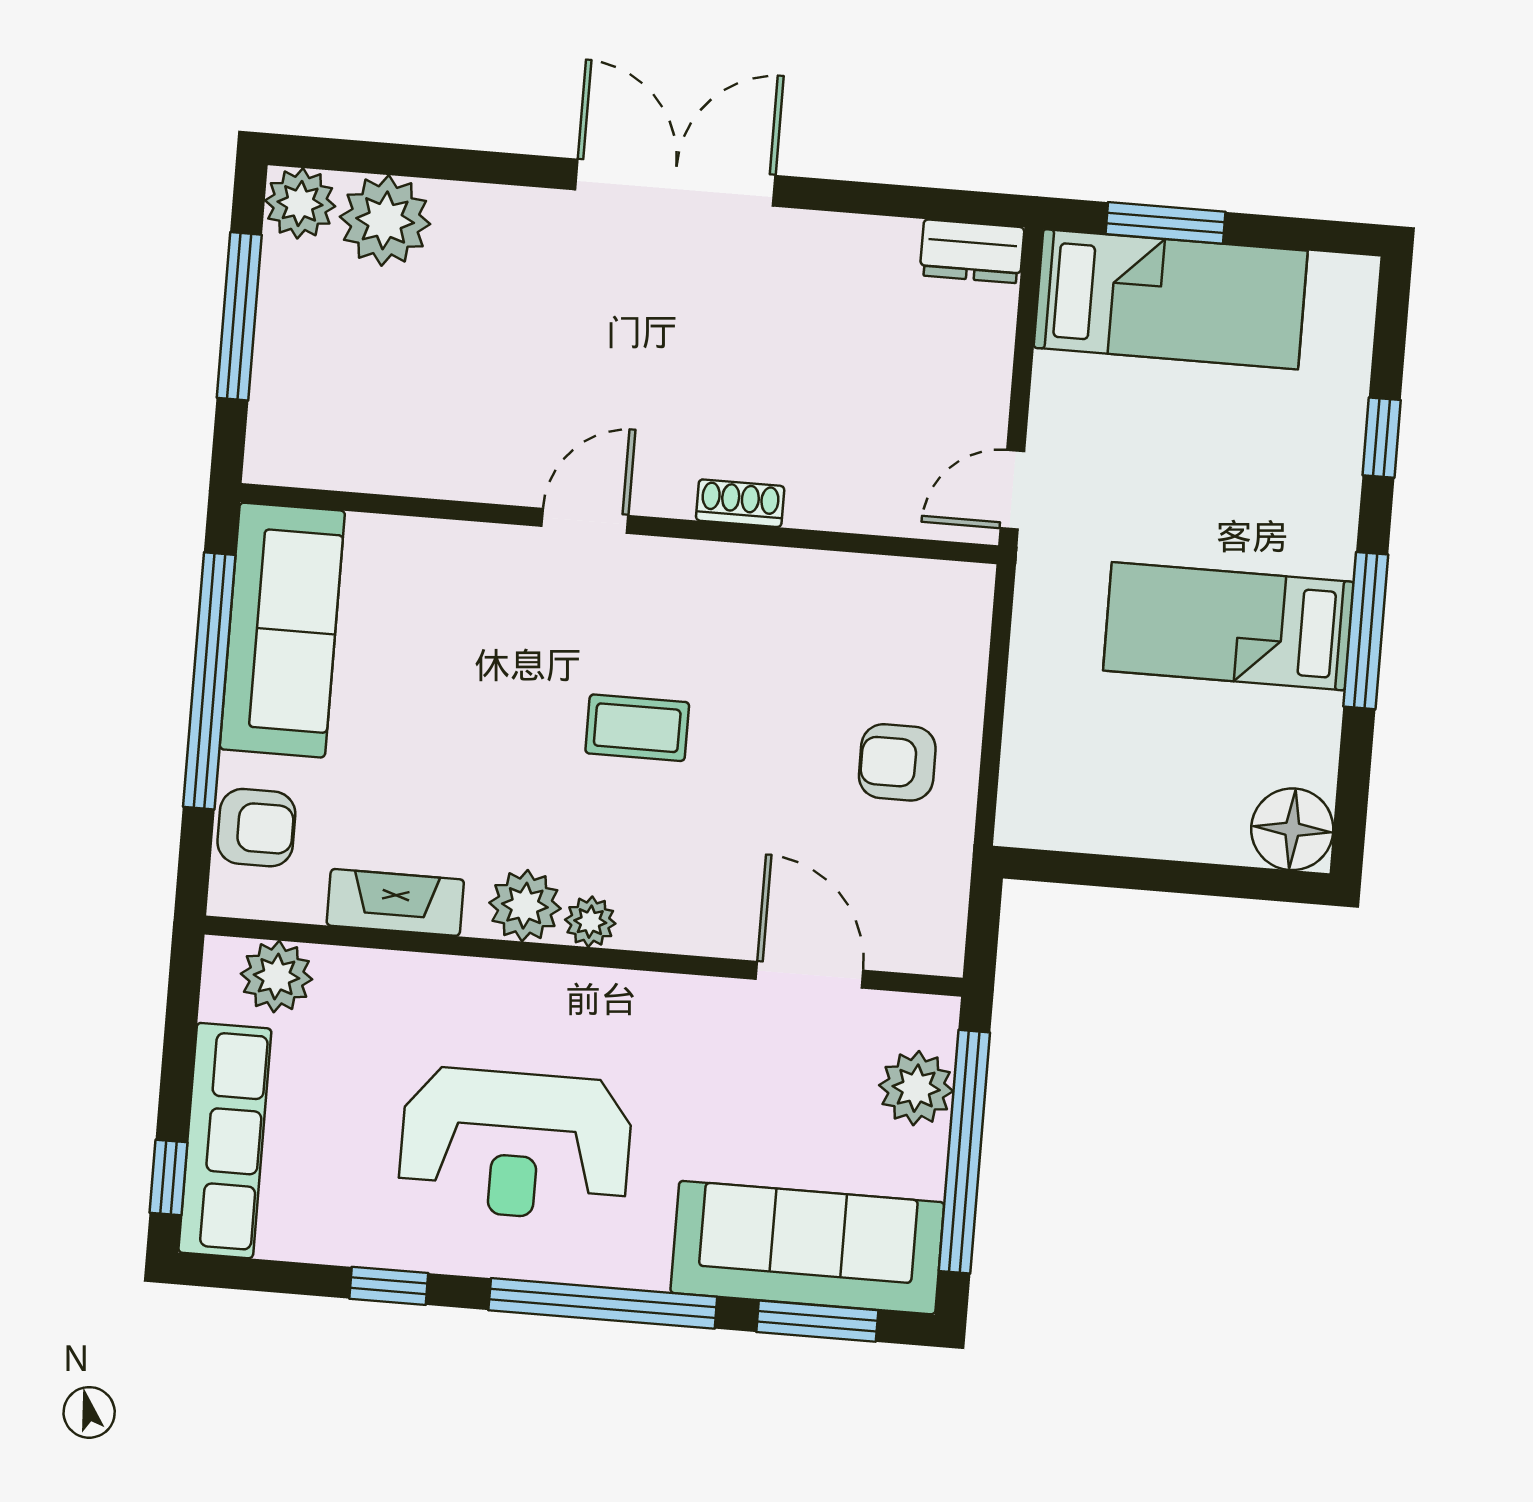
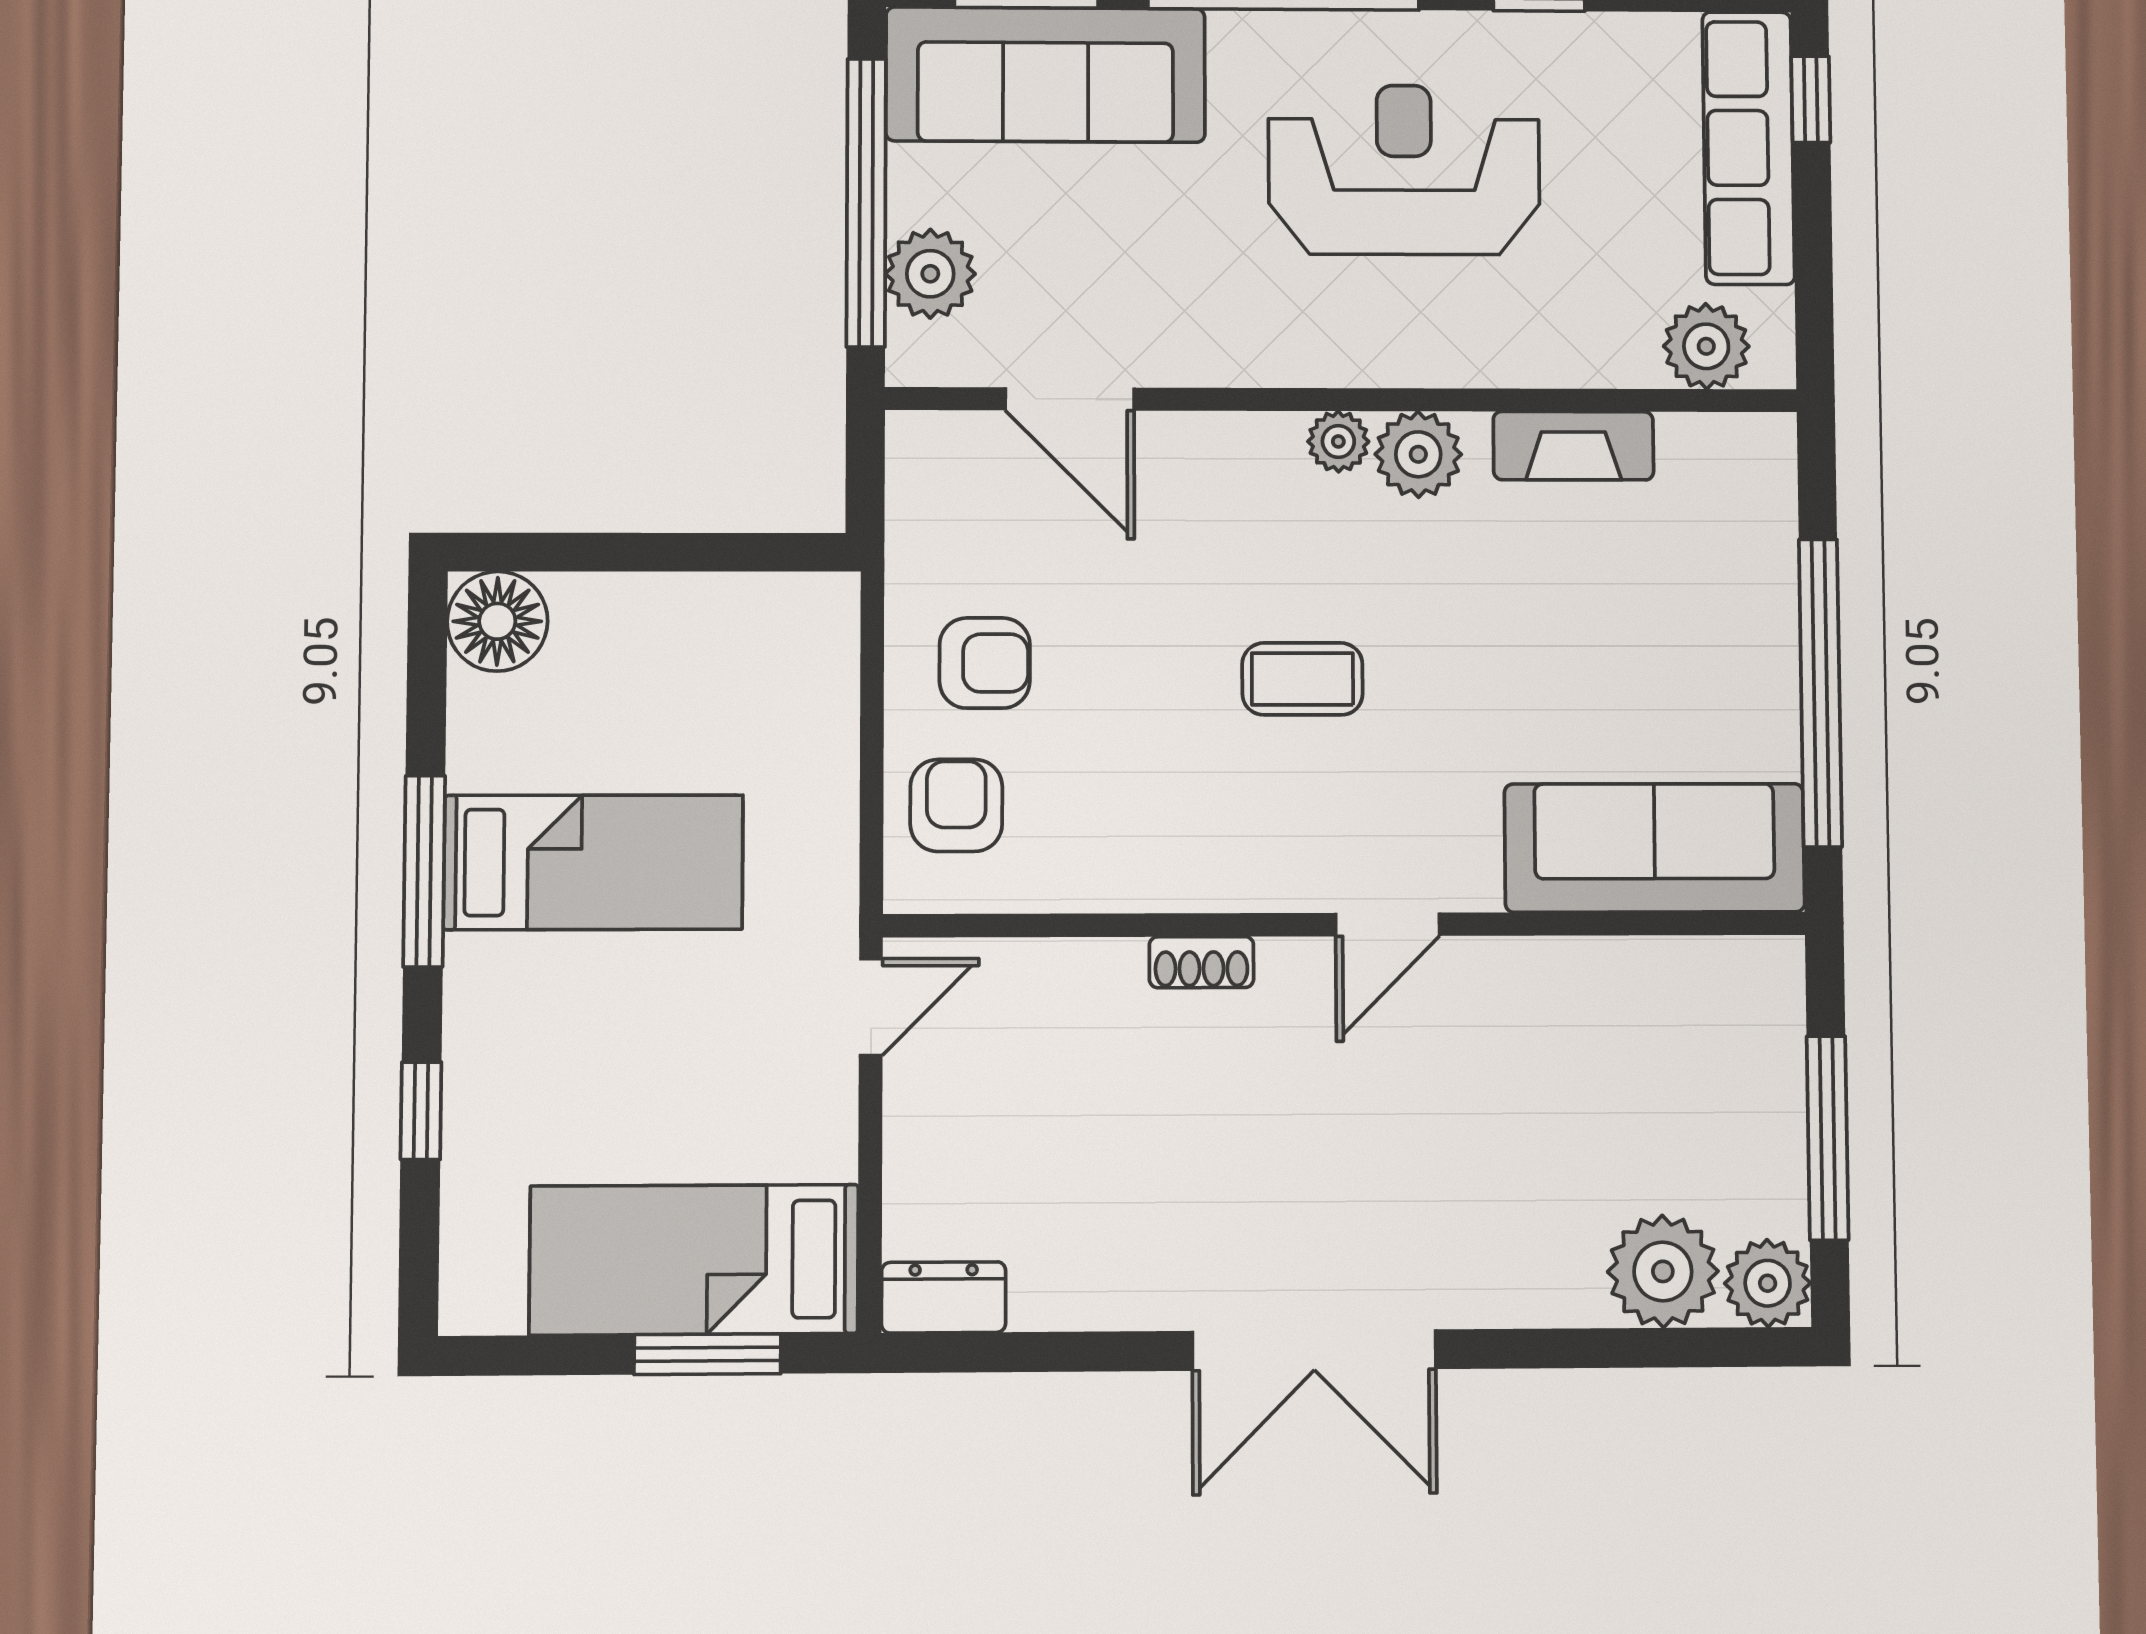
sofa: (282, 630) -> (1655, 848), moved, turned 90
armchair: (256, 828) -> (956, 805), moved, turned 90

